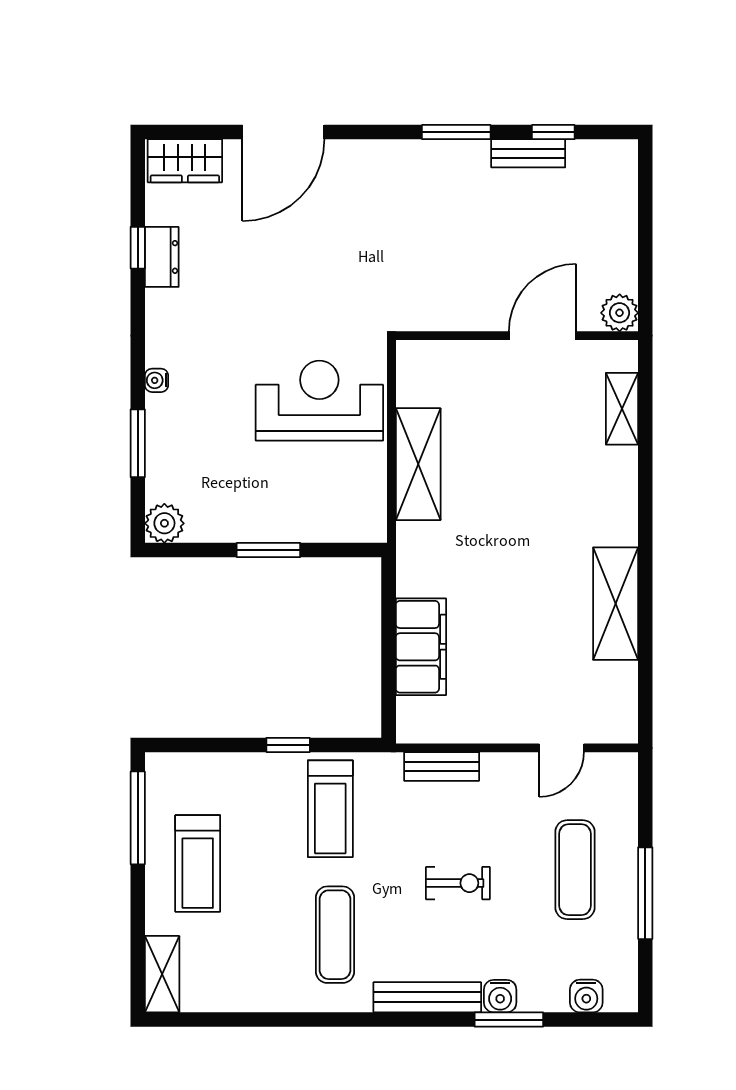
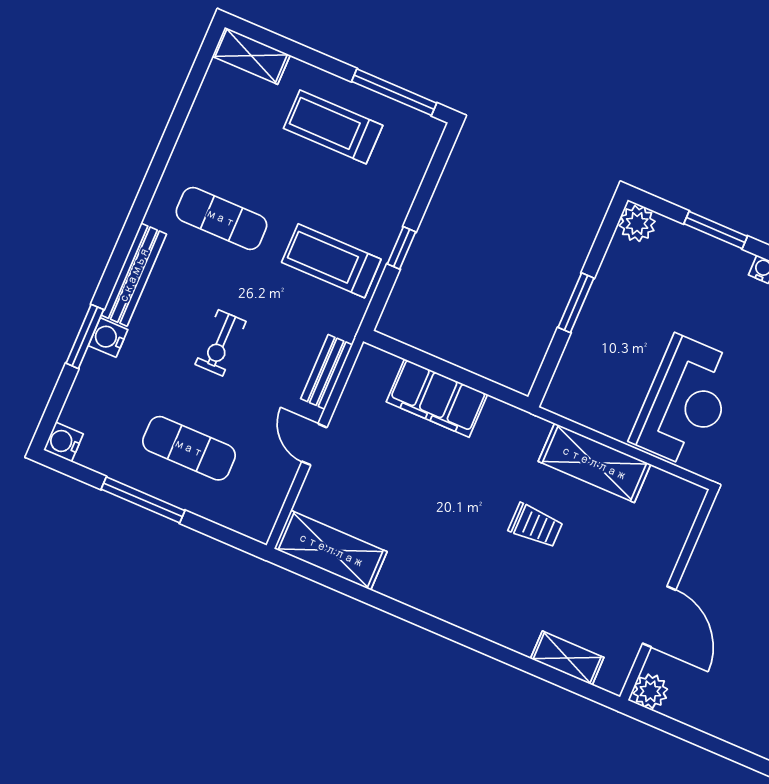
trolley: (505, 496) -> (536, 526), added
shelving: (616, 604) -> (331, 550), moved
door: (562, 748) -> (314, 444), moved
water cooler: (586, 996) -> (63, 442), moved

